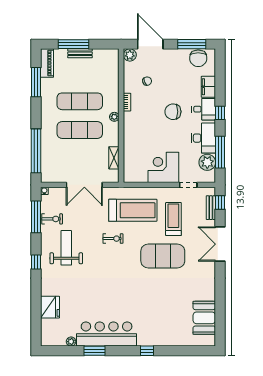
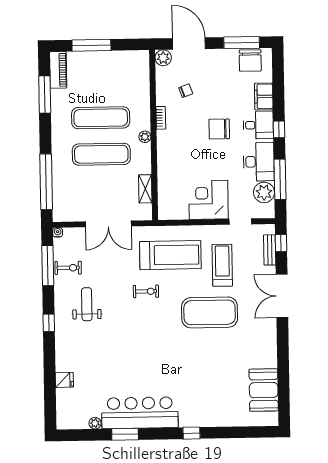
bench: (80, 53) -> (100, 57), removed
weight bench: (66, 248) -> (87, 304), width x0.73, depth x0.75
fridge: (50, 307) -> (64, 380), width x0.53, depth x0.75

